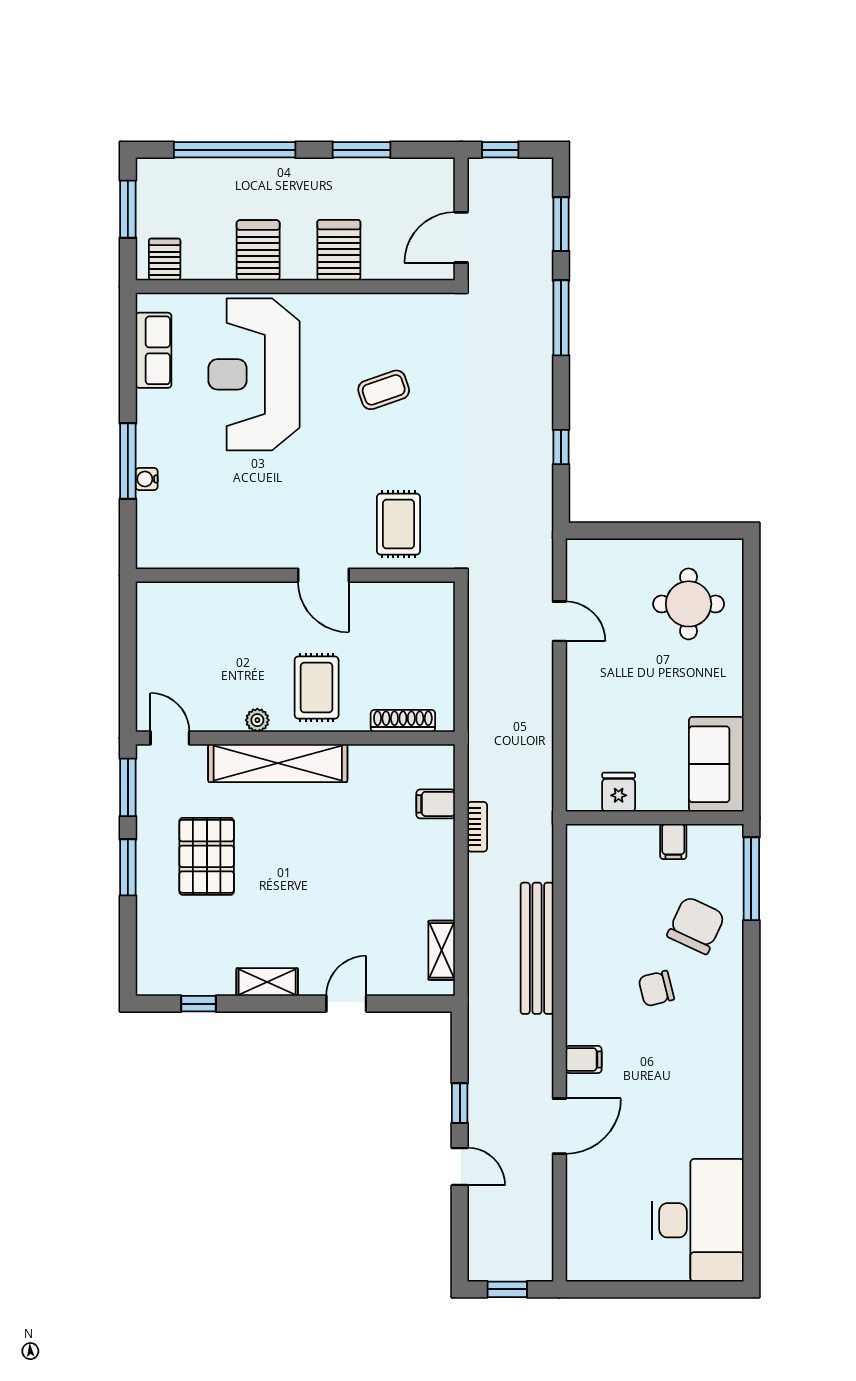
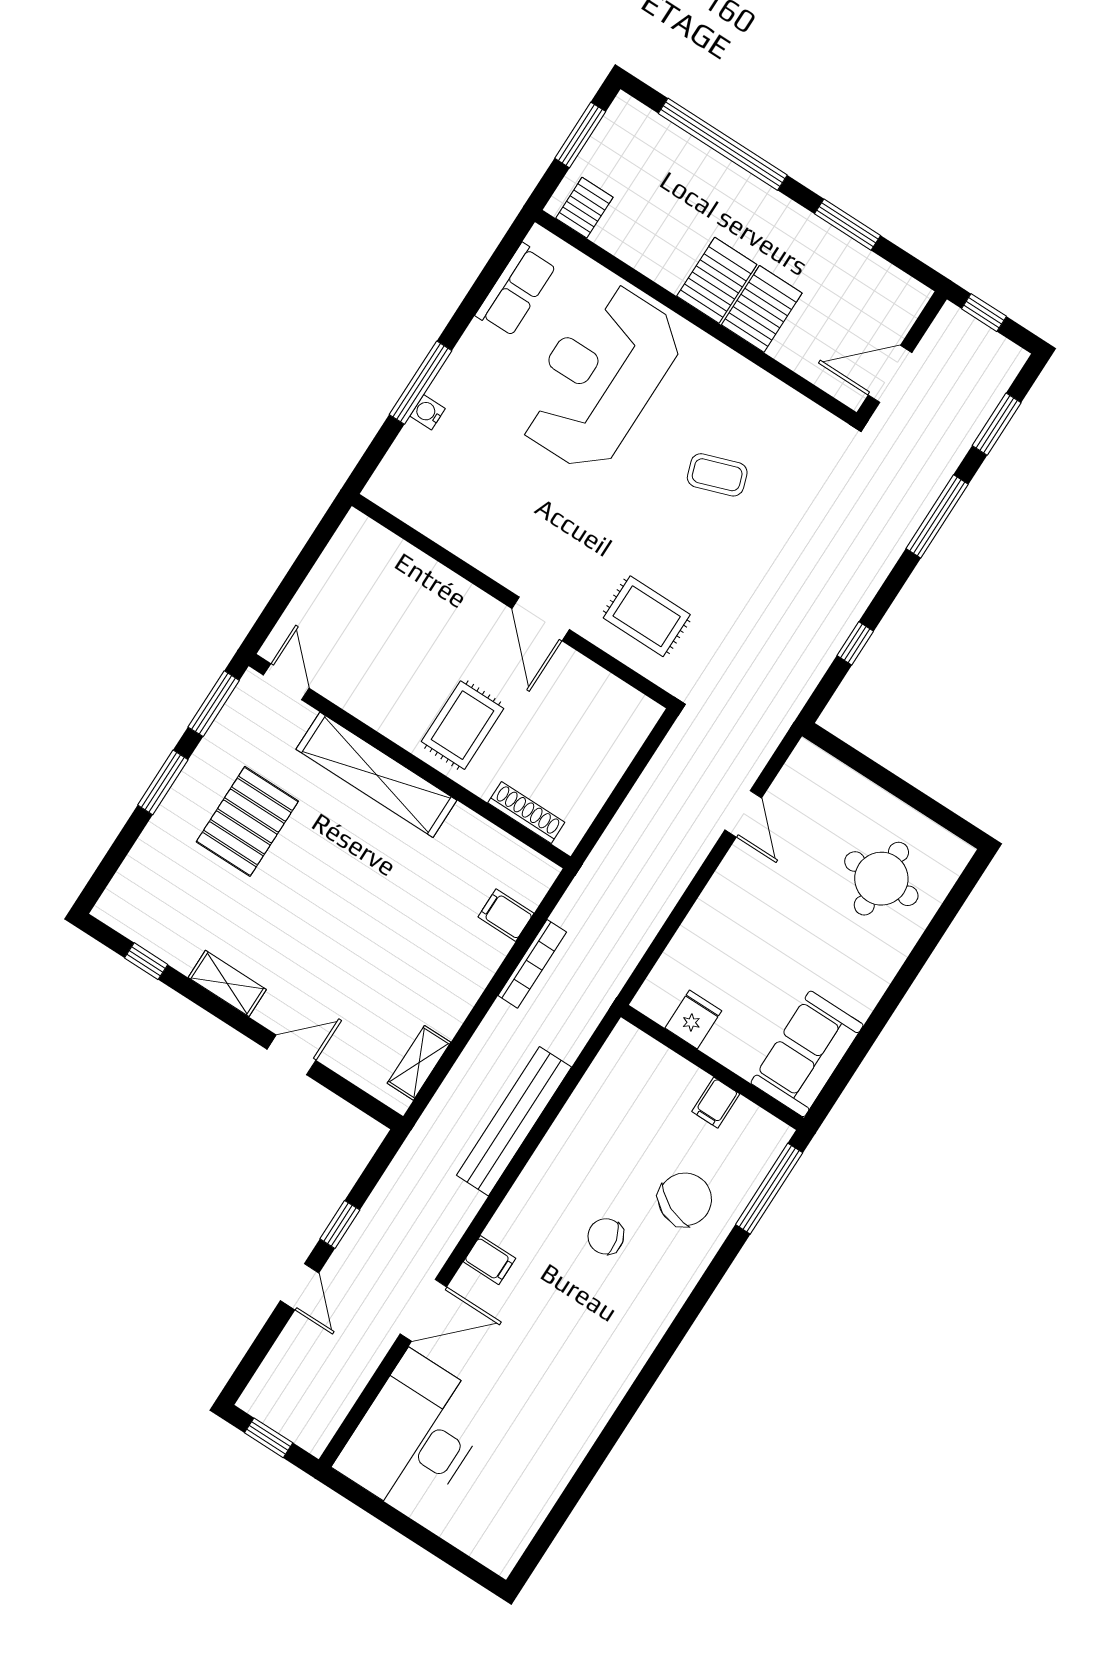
server rack: (258, 250) -> (717, 280), moved
rug: (398, 524) -> (647, 616), turned 90
plant: (257, 720) -> (384, 720), removed
bookcase: (477, 827) -> (532, 964), width x1.56
desk: (698, 1220) -> (415, 1436), moved, turned 180

